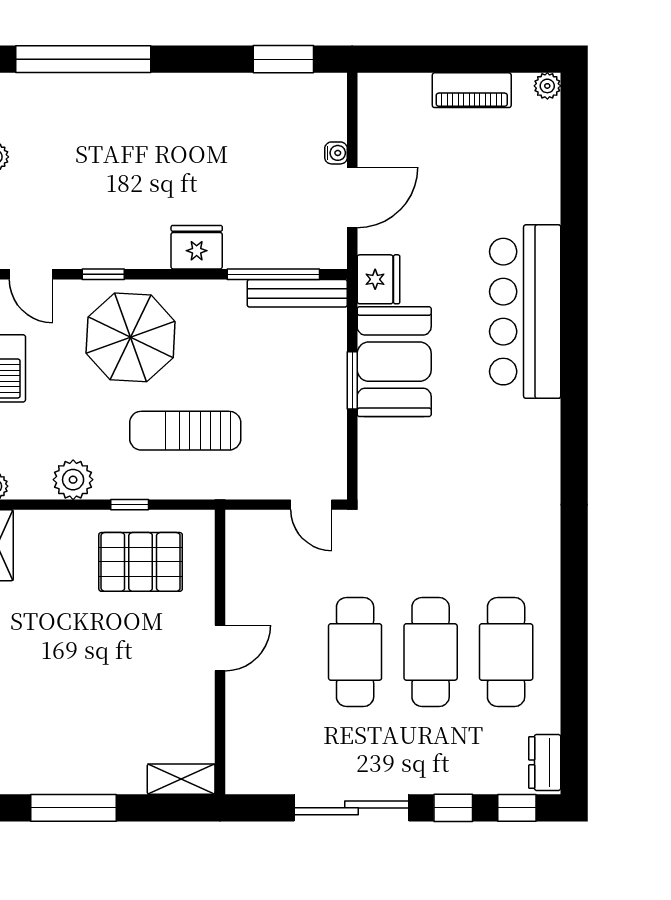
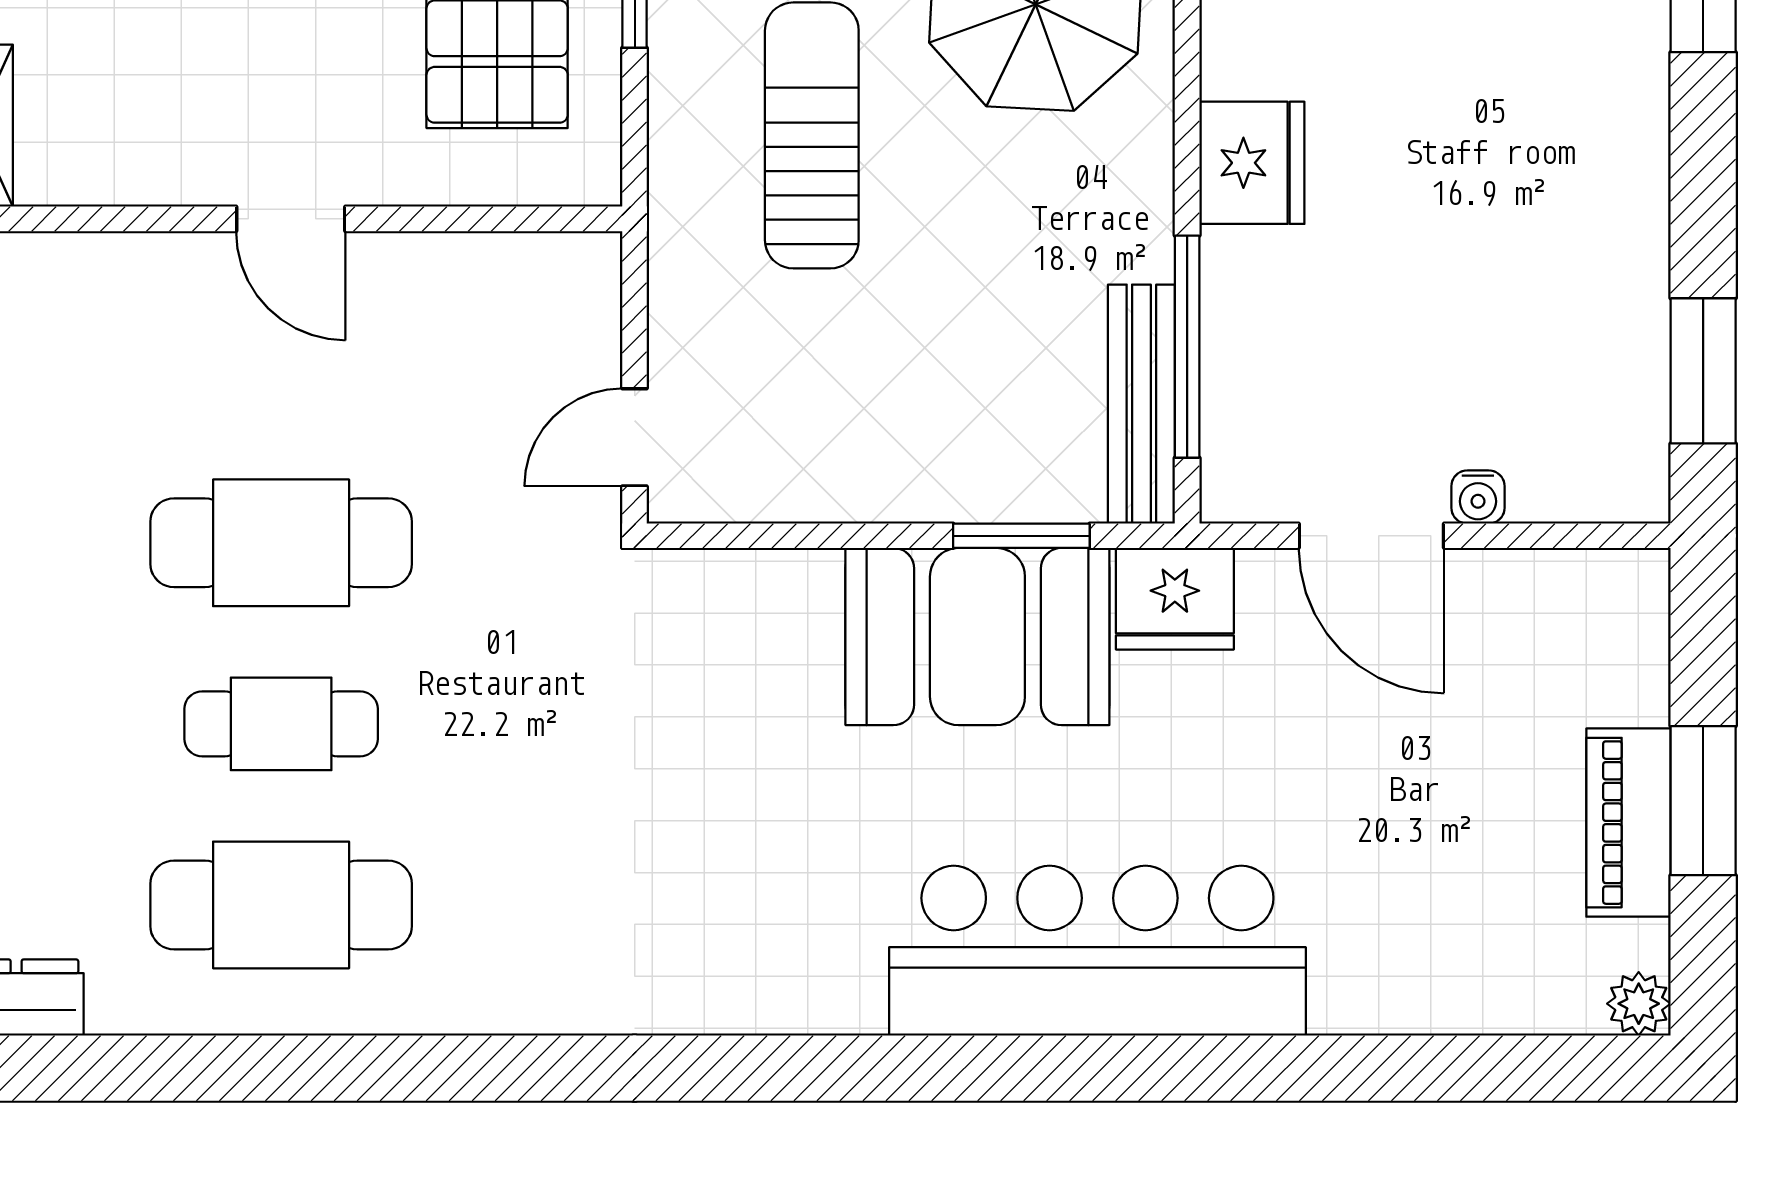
window: (463, 59) -> (1703, 801), added
window: (352, 380) -> (1021, 536), moved
cafe table: (431, 652) -> (281, 724), width x0.73, depth x0.74

